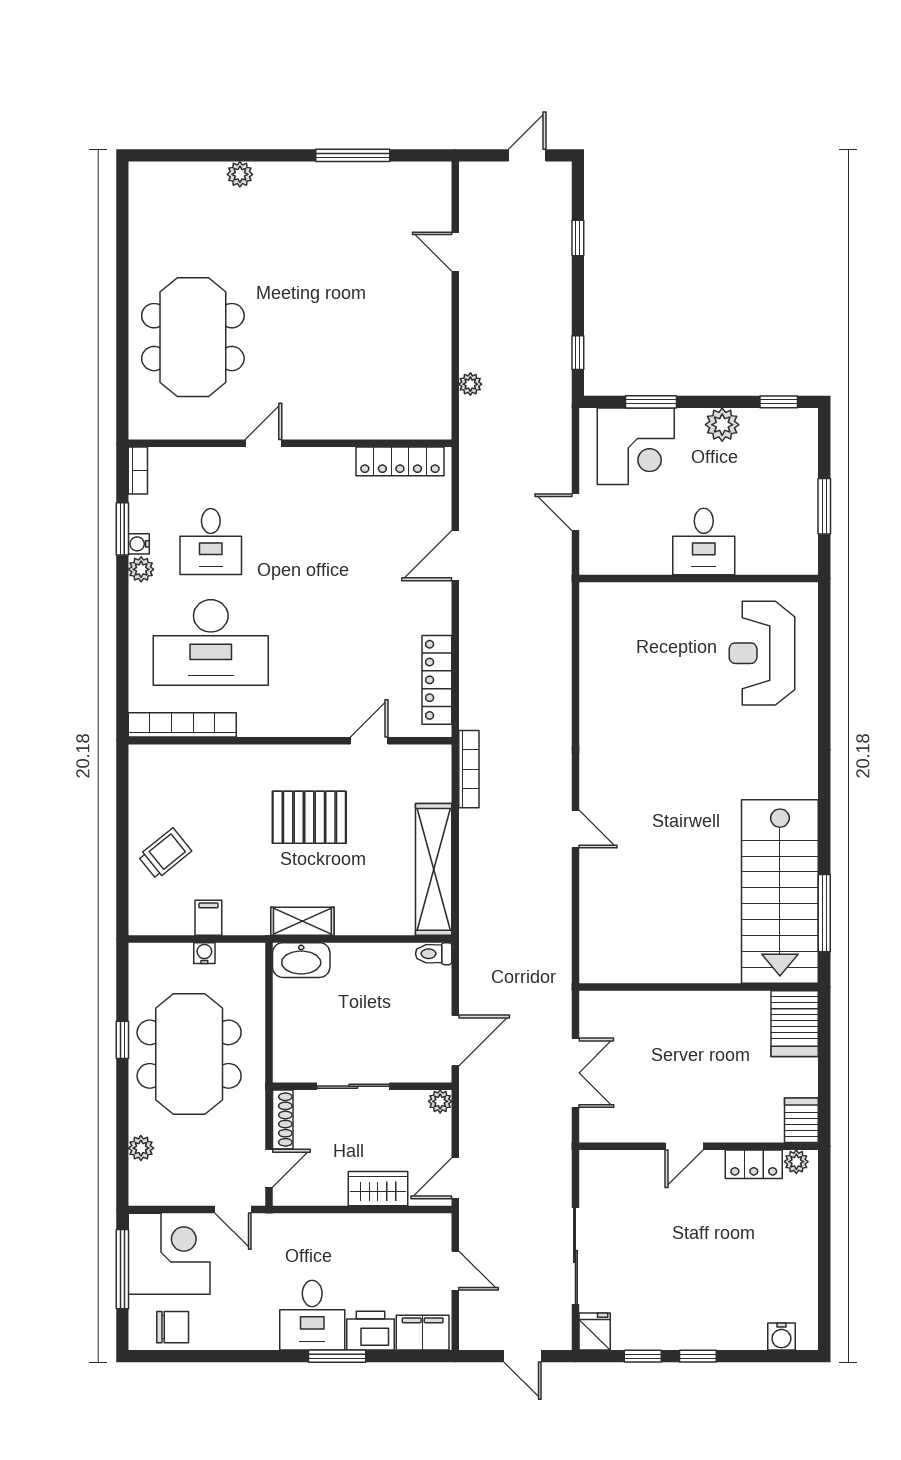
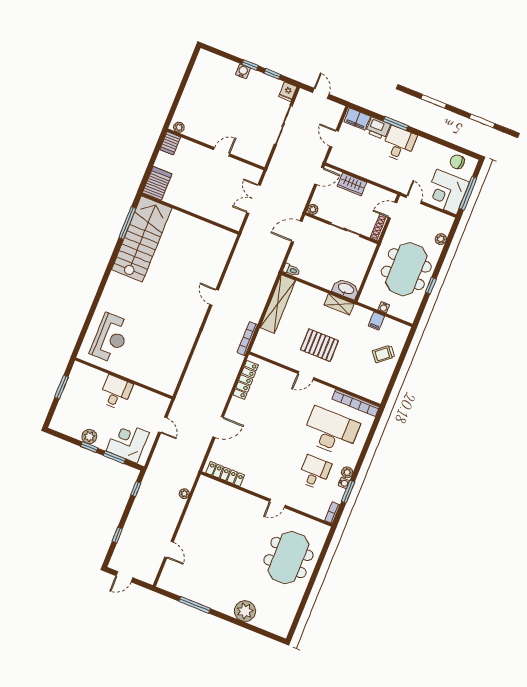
plant: (240, 174) -> (245, 611), width x1.88, depth x1.88
window: (779, 402) -> (89, 447), moved
door: (369, 741) -> (306, 376), moved
locker: (754, 1164) -> (196, 133), removed
water cooler: (781, 1336) -> (243, 71), moved

